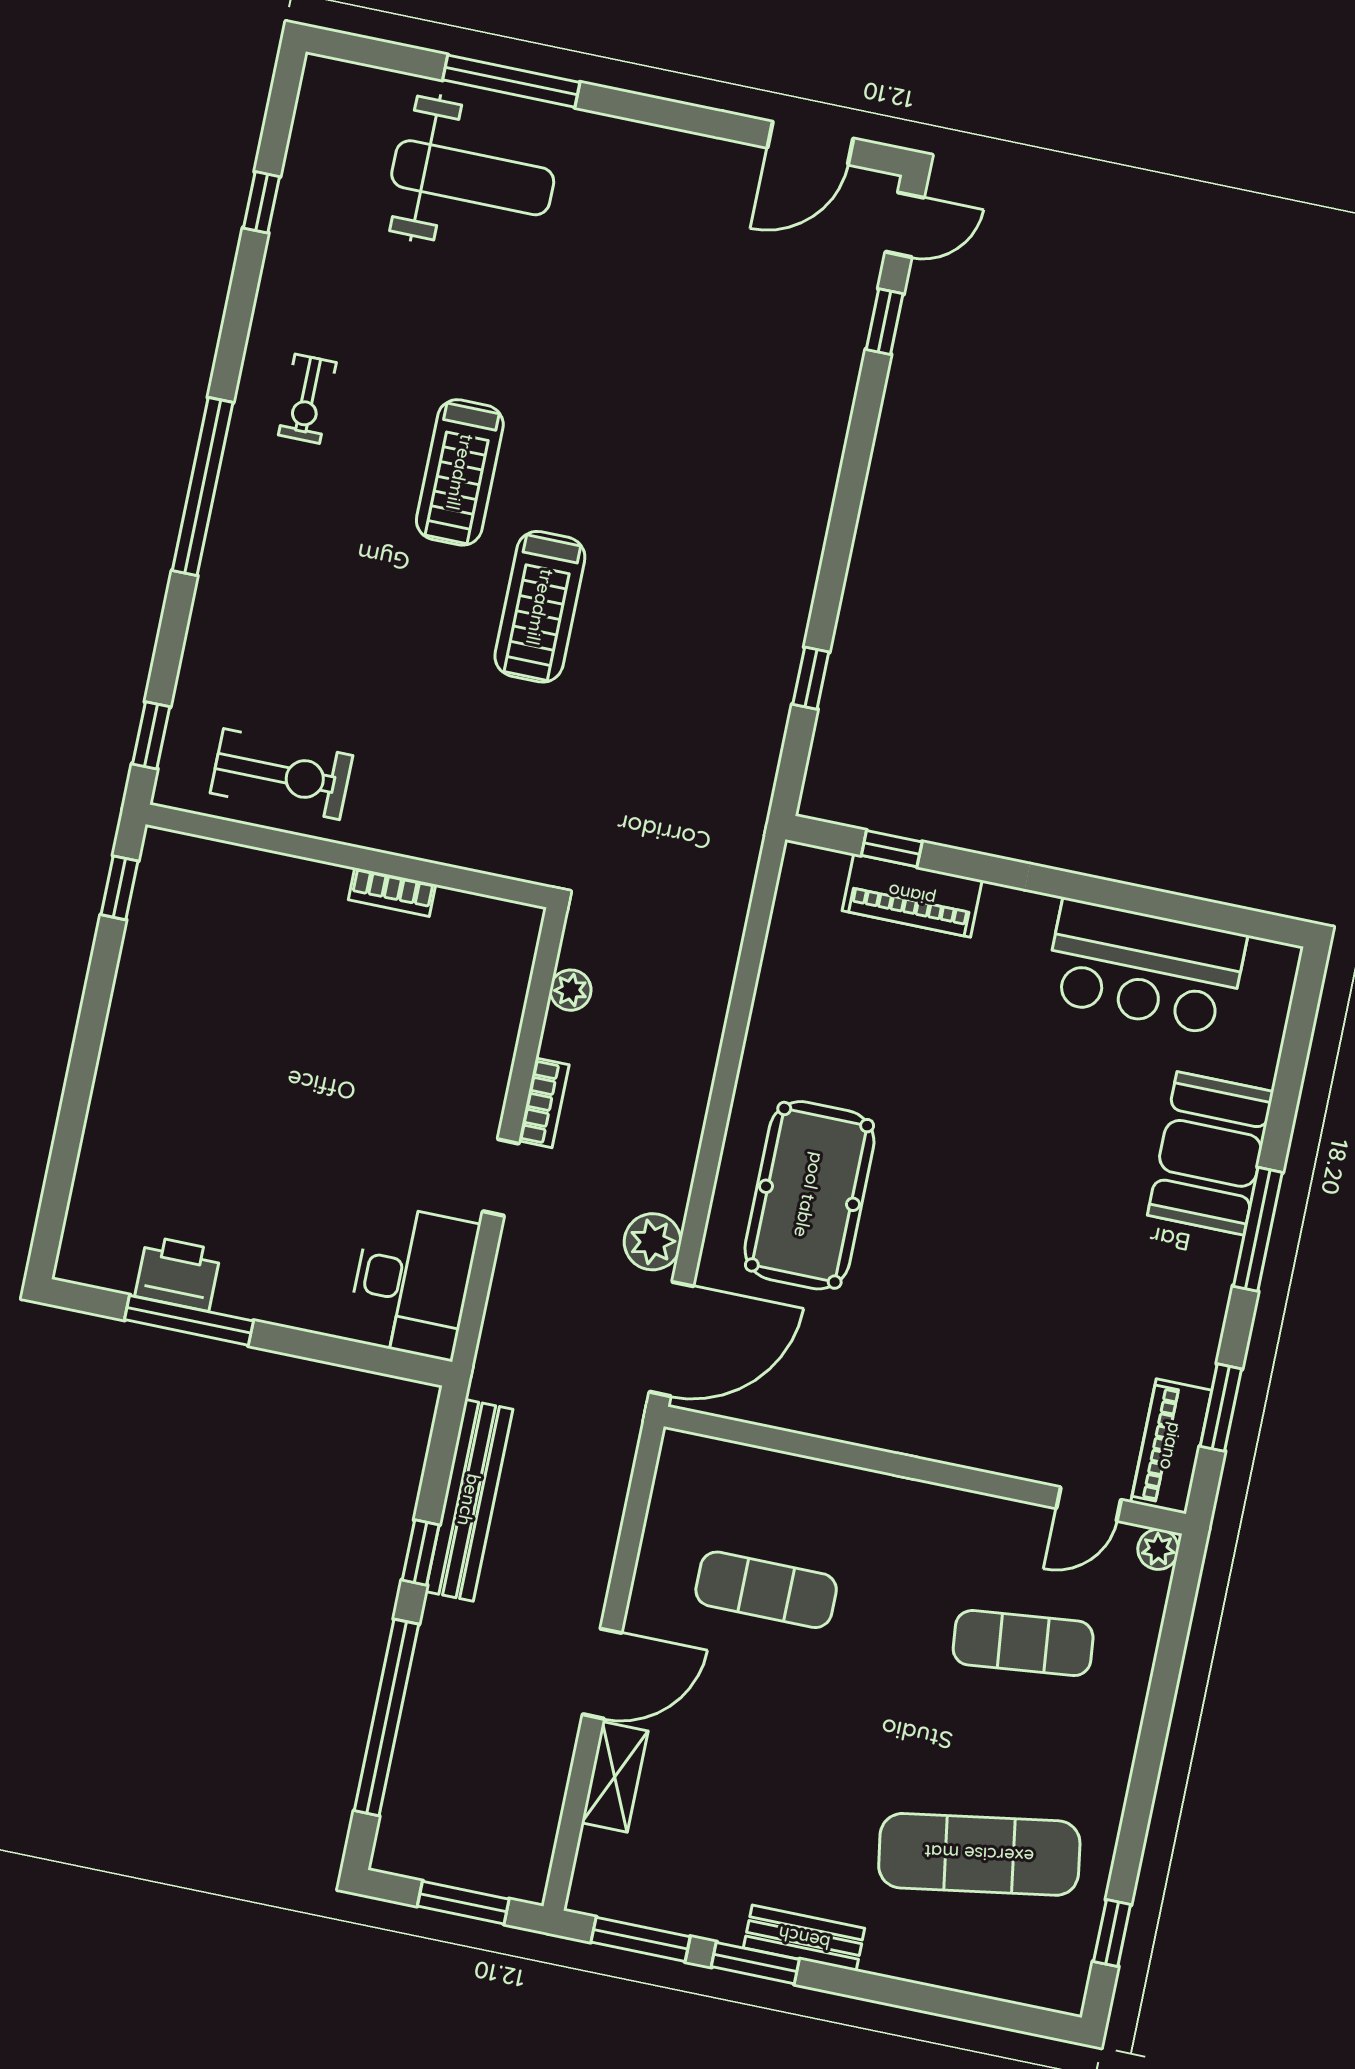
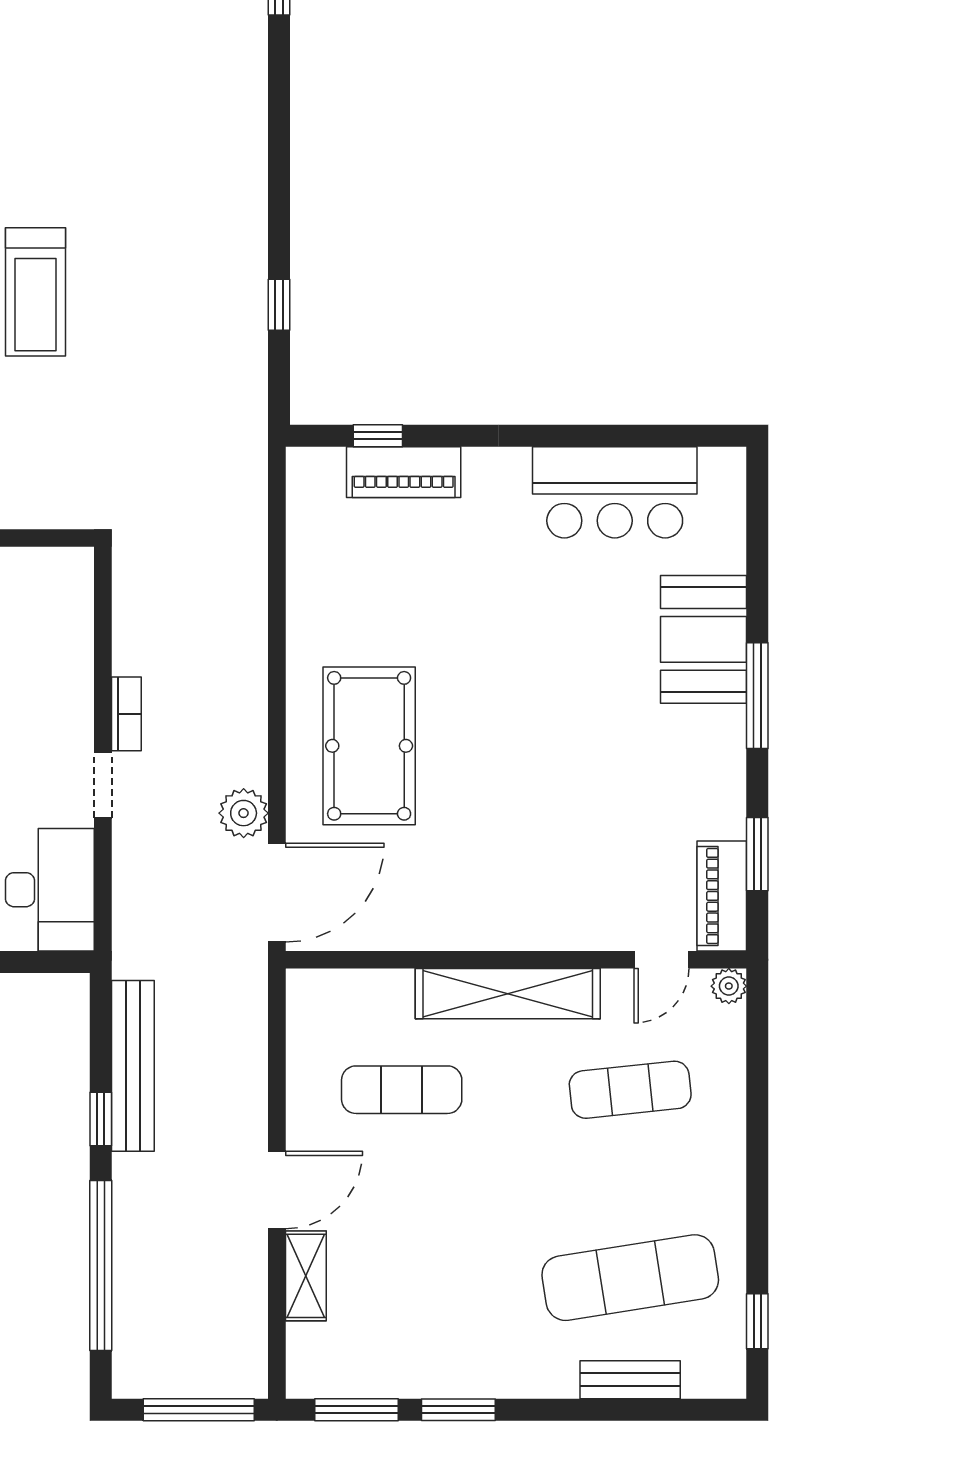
plant: (571, 990) -> (129, 613), removed
shelving: (908, 1506) -> (508, 994), added
window: (463, 1903) -> (199, 1410), width x1.44
bench: (804, 1938) -> (630, 1380), moved

